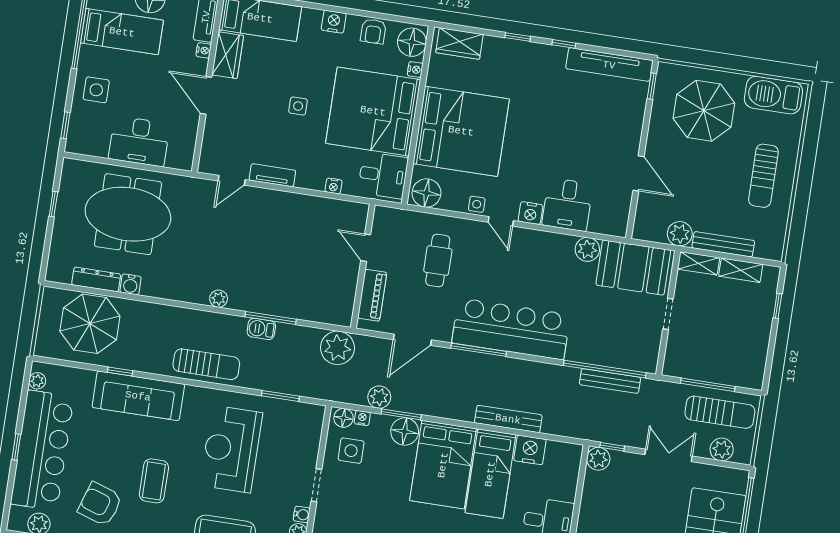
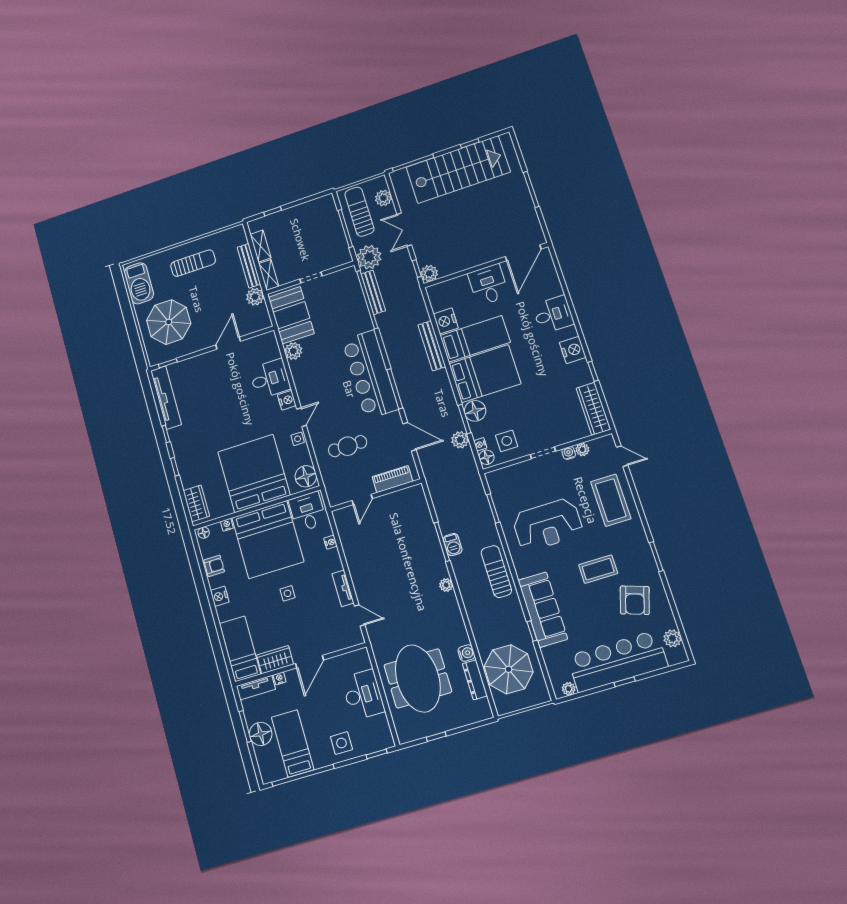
floor lamp: (412, 42) -> (204, 533), width x0.53, depth x0.53
plant: (337, 348) -> (369, 257), moved

